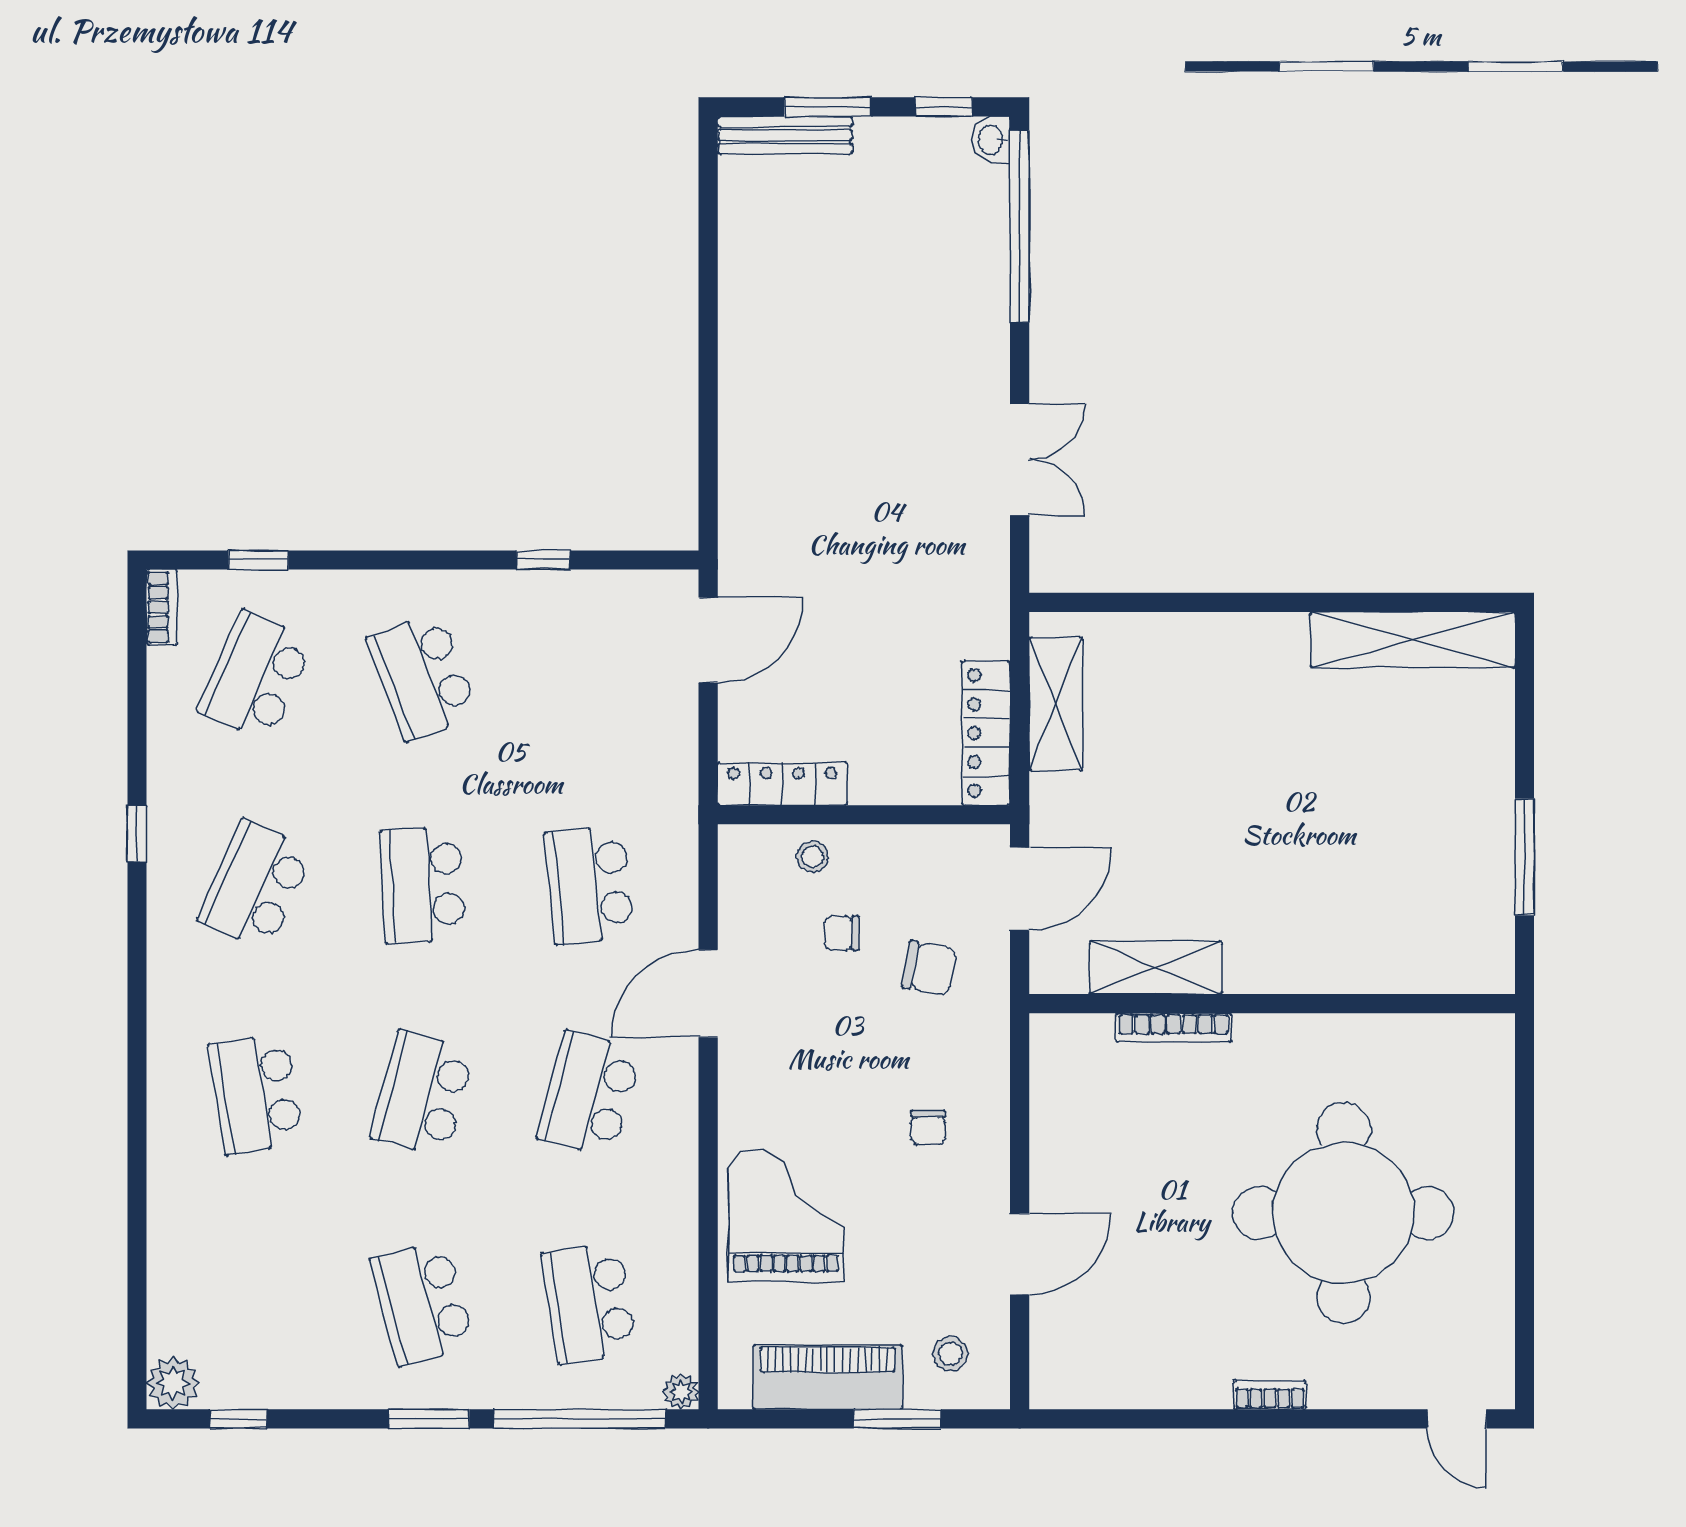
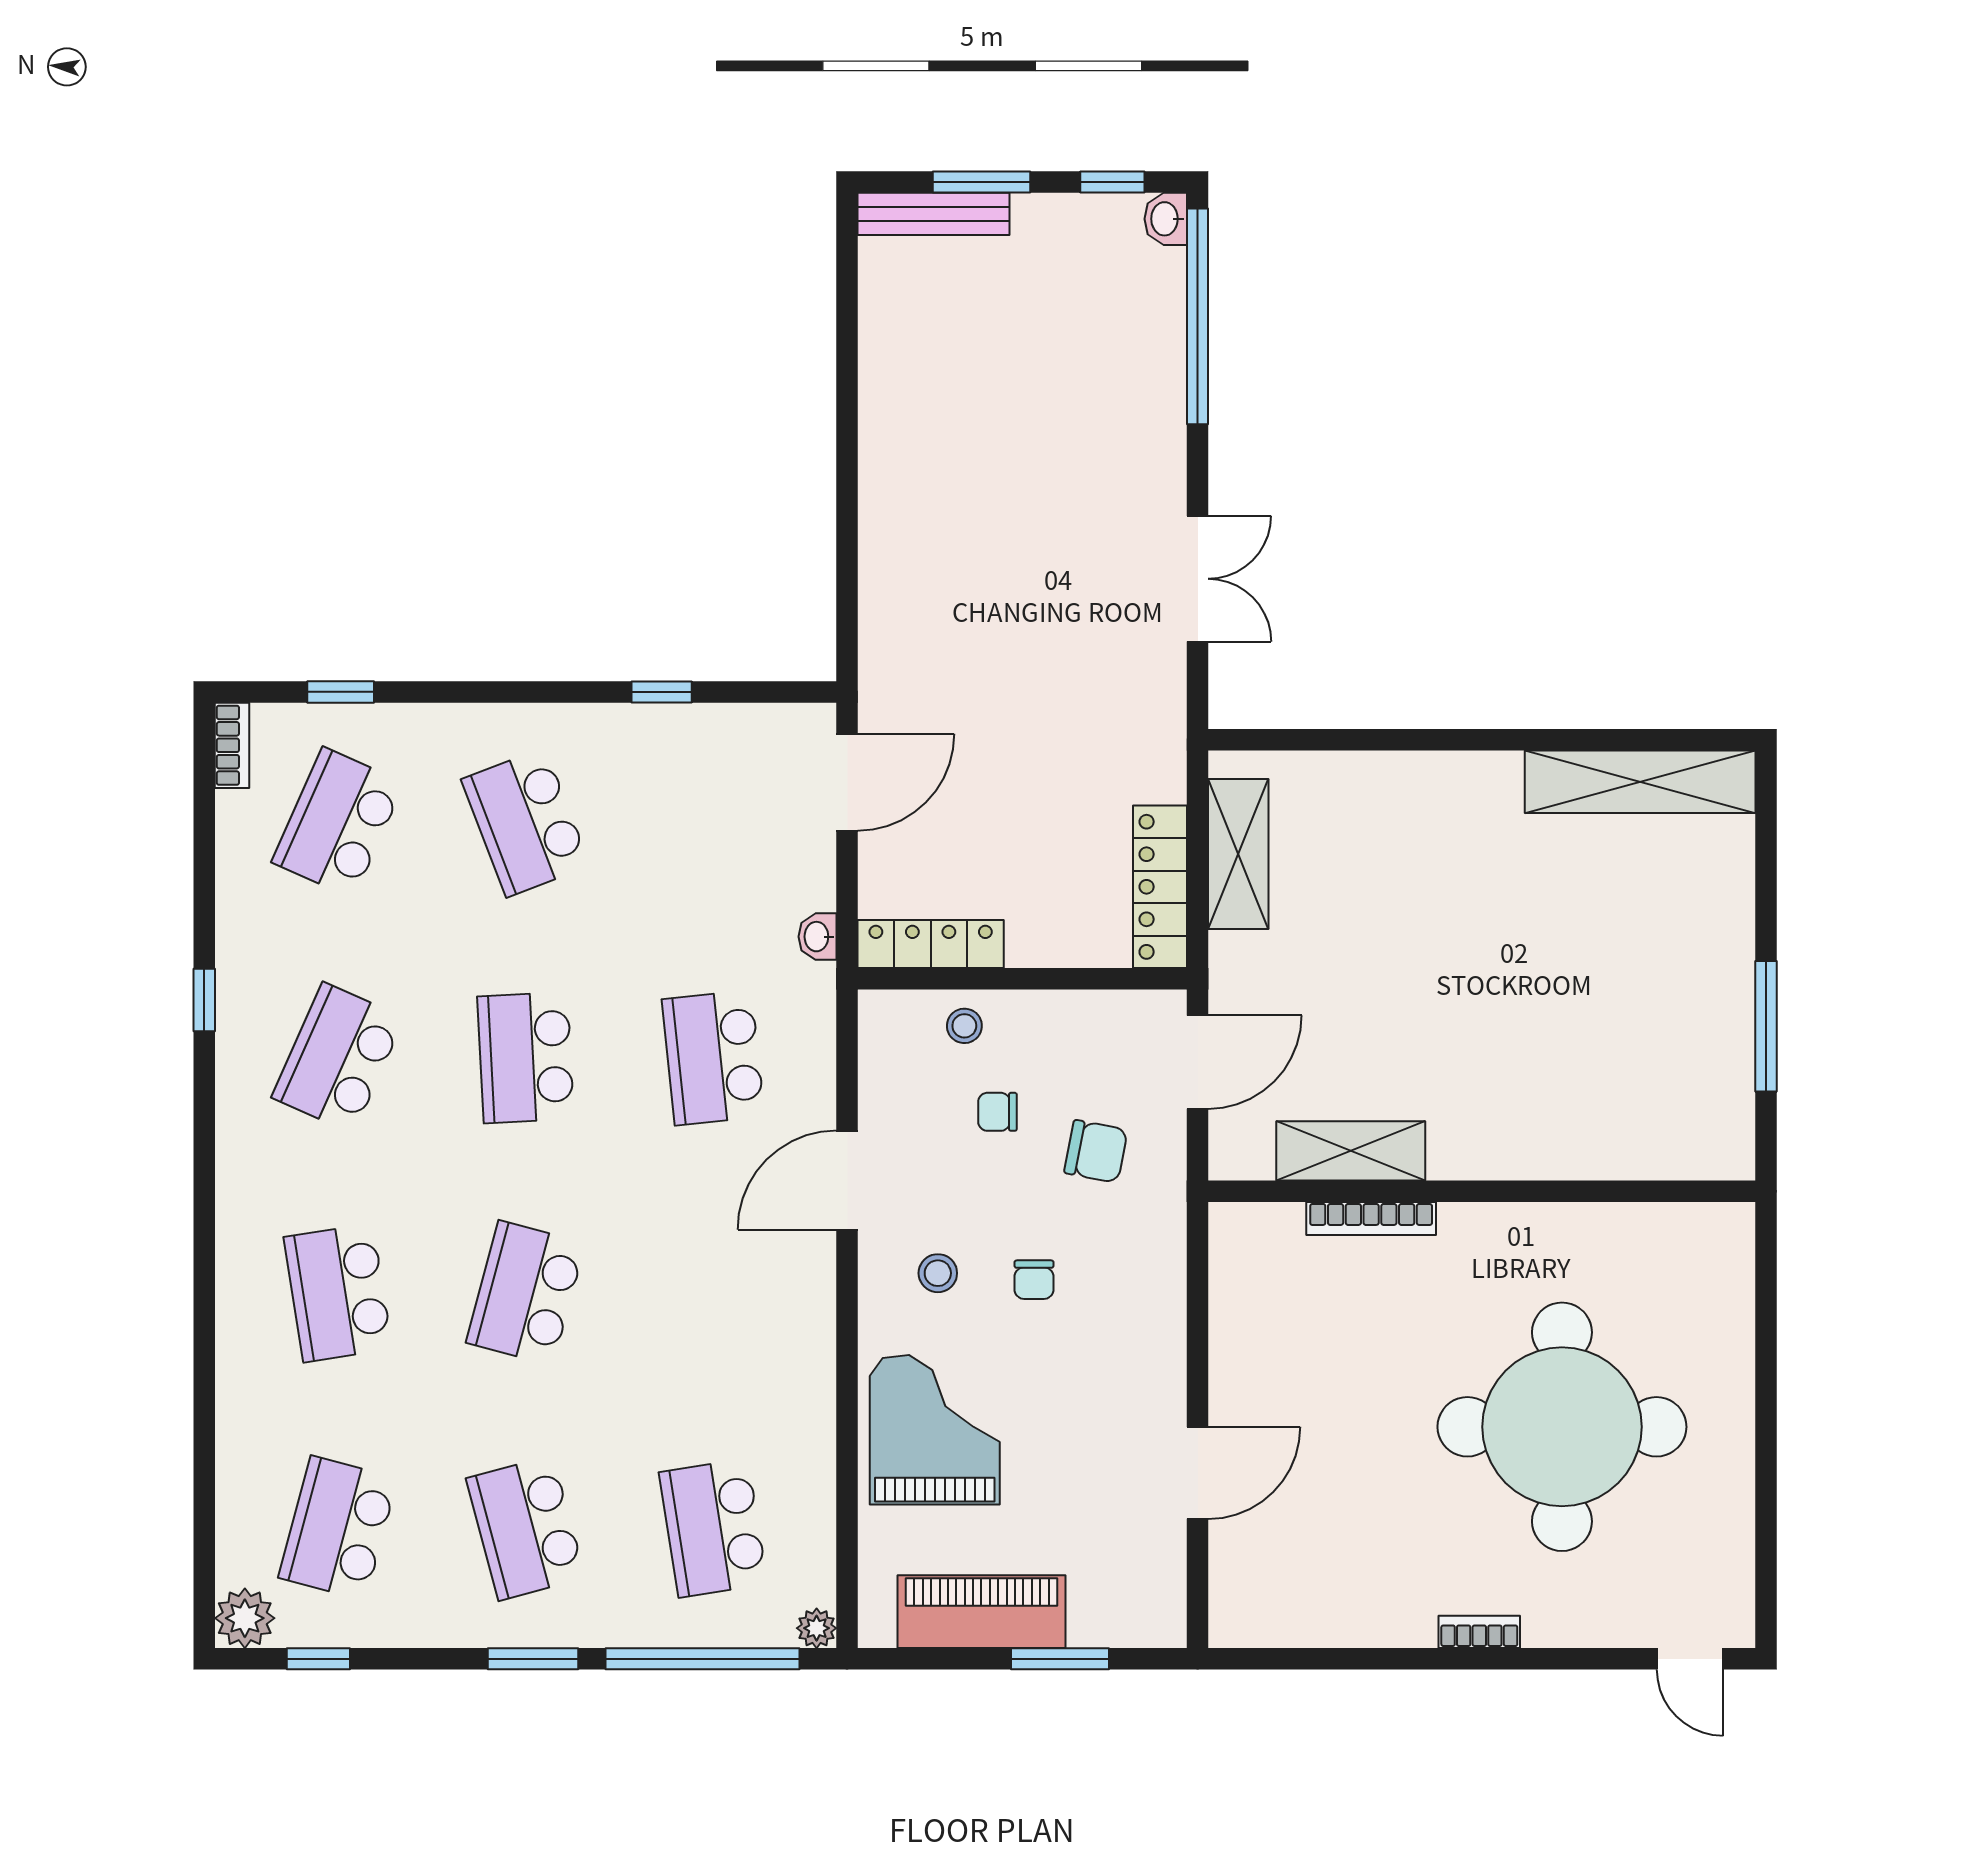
washbasin: (682, 777) -> (818, 937), added
school desk: (589, 1094) -> (338, 1528), moved
chair: (928, 1127) -> (1034, 1280), moved
stool: (950, 1354) -> (938, 1273), moved

